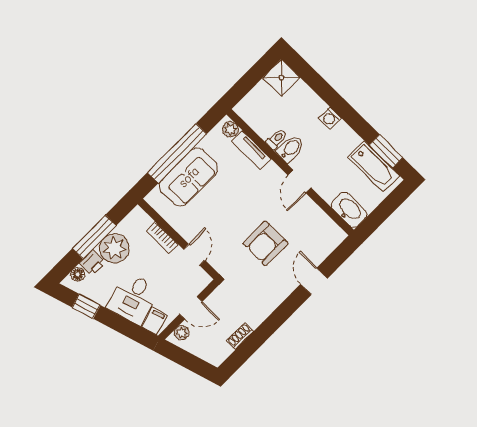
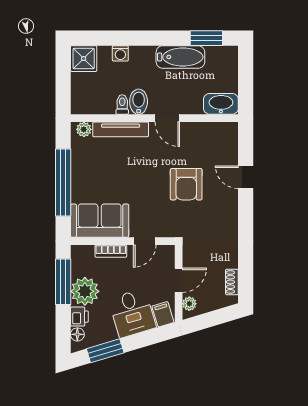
washing machine: (330, 118) -> (120, 53), moved
tv unit: (251, 150) -> (121, 129), width x1.41
bathtub: (374, 166) -> (180, 57), moved
sofa: (189, 177) -> (100, 221), moved, turned -90
window: (94, 237) -> (63, 282), moved
door: (194, 255) -> (145, 241), swing flipped
window: (86, 306) -> (105, 351), width x1.50
shoe rack: (240, 336) -> (232, 282), moved

